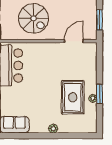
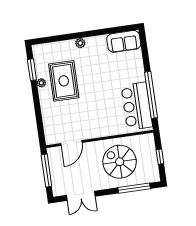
window: (99, 20) -> (46, 171), width x1.44
window: (99, 94) -> (32, 70), moved

